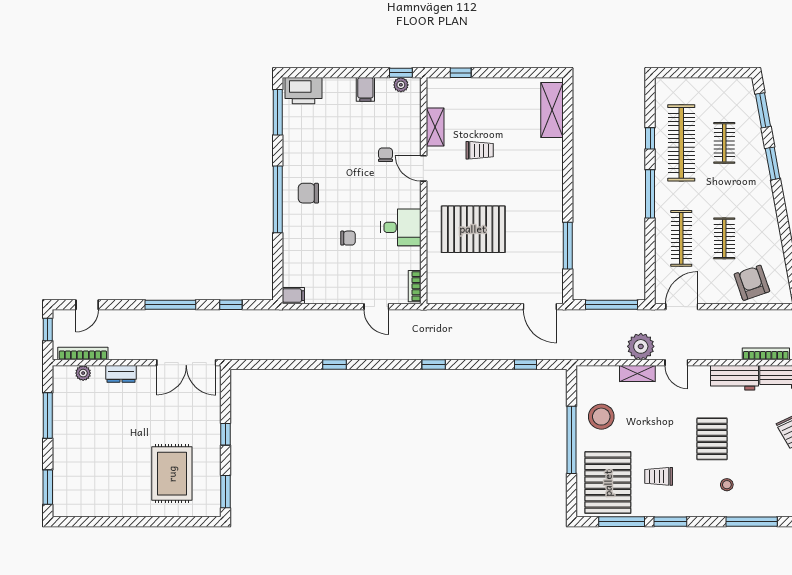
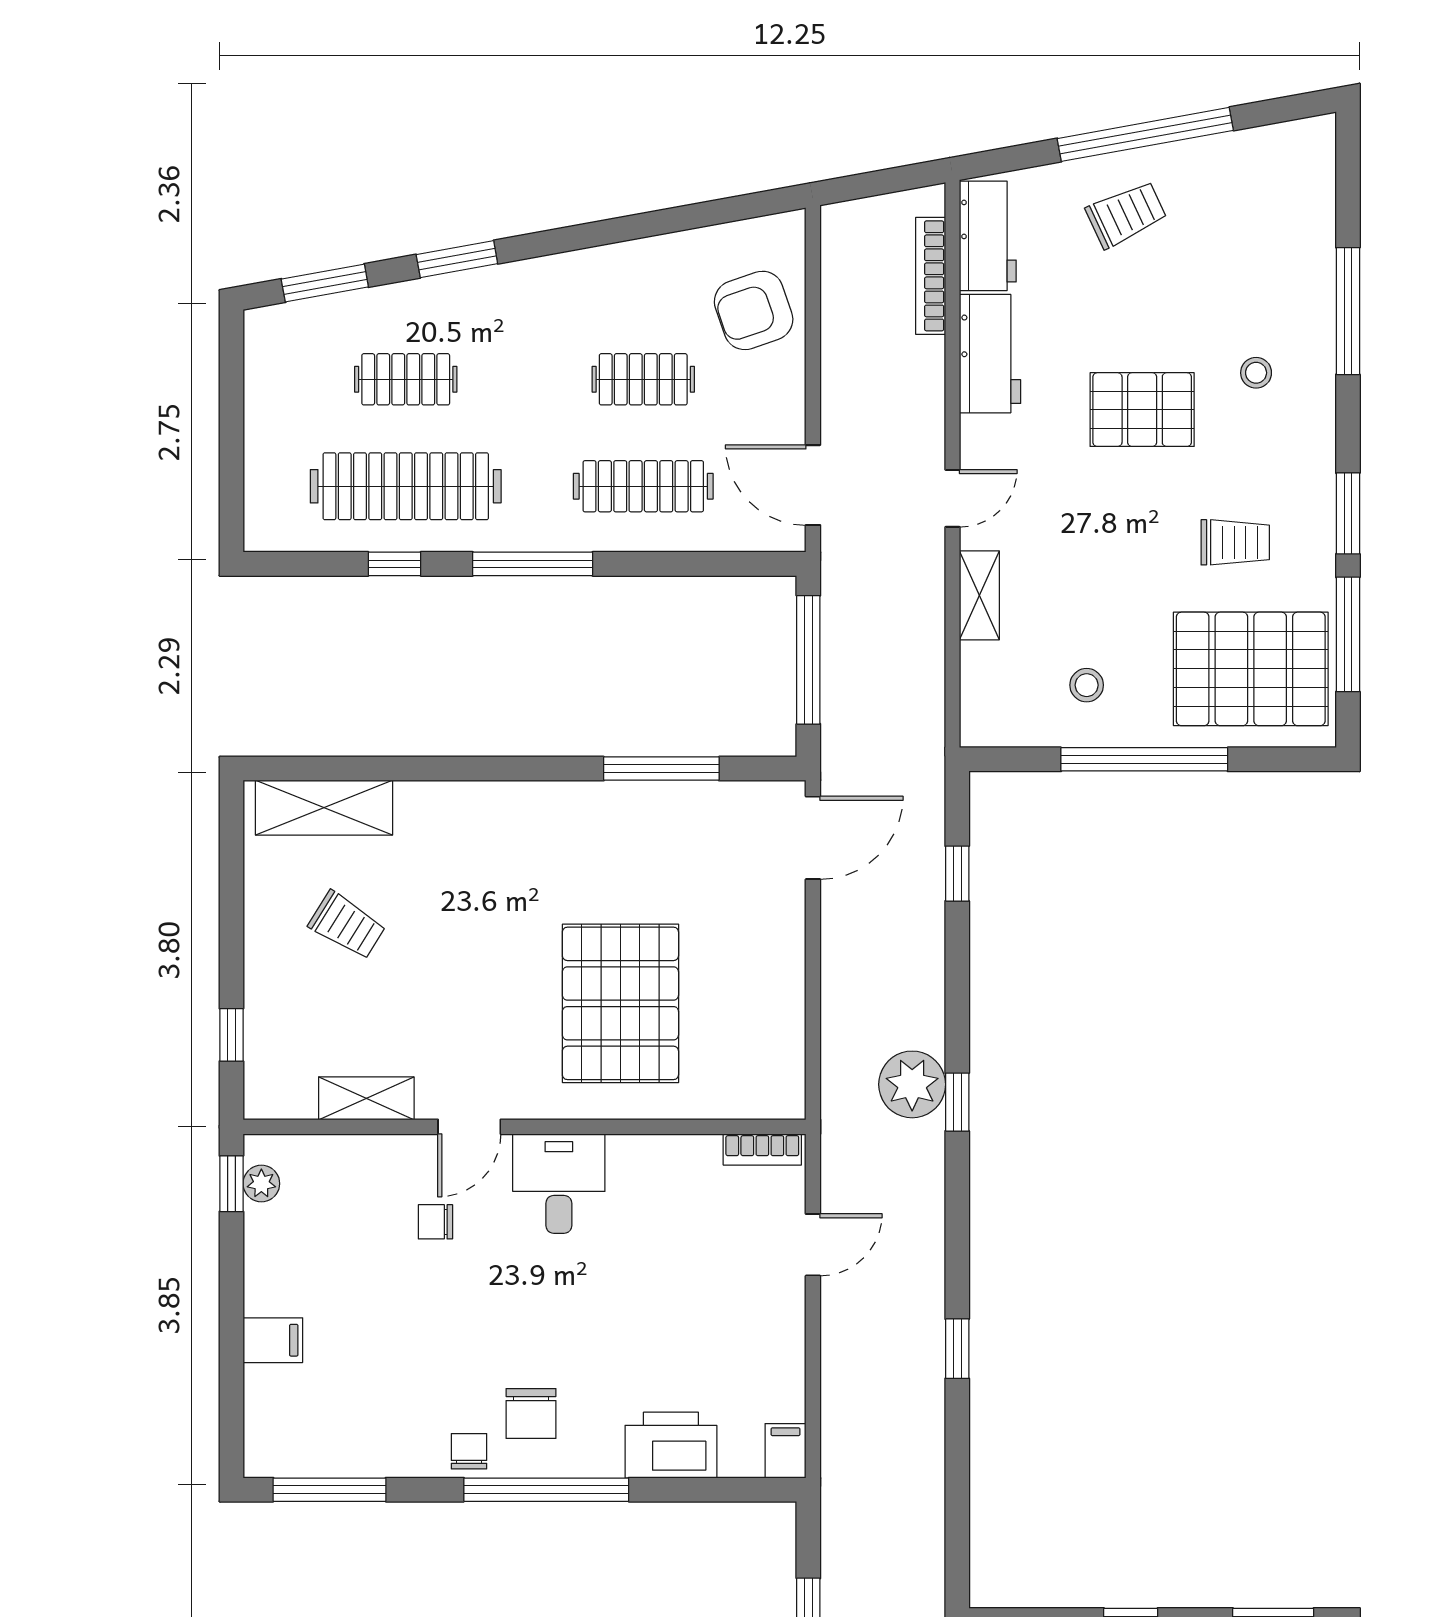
filing cabinet: (365, 89) -> (273, 1340), moved
printer: (304, 91) -> (671, 1445), moved, turned -90
trolley: (480, 150) -> (347, 925), moved, turned 122
desk: (401, 227) -> (559, 1184), moved
chair: (348, 238) -> (469, 1451), moved
plant: (641, 346) -> (912, 1084), moved
stool: (601, 417) -> (1087, 685), width x0.53, depth x0.53
trolley: (659, 476) -> (1235, 542), turned -90

